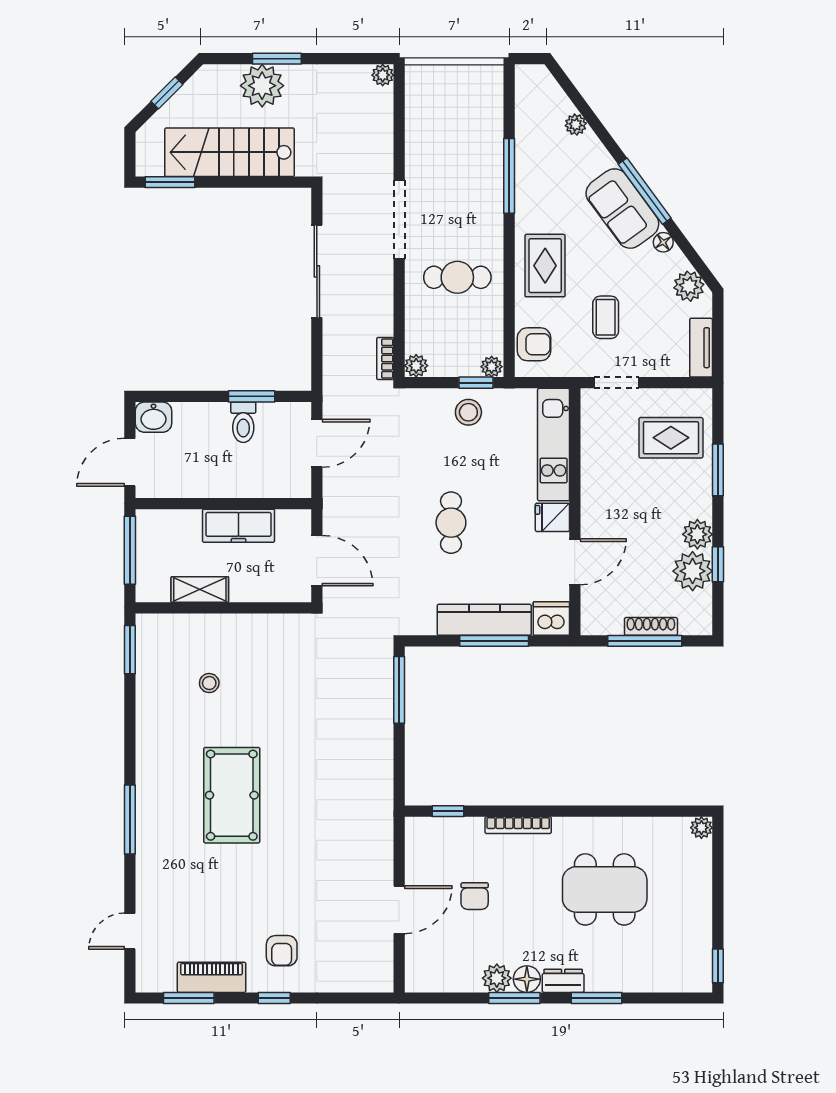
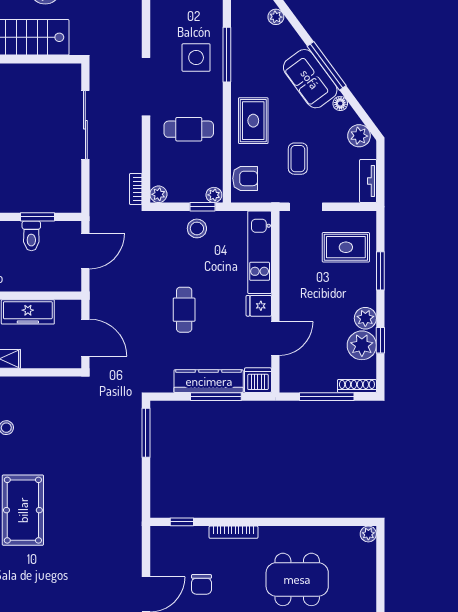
side table: (467, 180) -> (196, 58), added
shoe rack: (651, 626) -> (357, 386), moved

